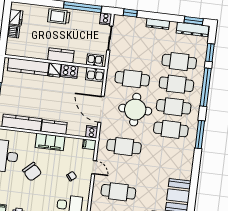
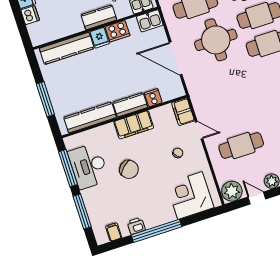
cooker: (92, 132) -> (153, 98), moved
filing cabinet: (89, 144) -> (183, 112), width x2.00
cafe table: (124, 147) -> (223, 89), removed

